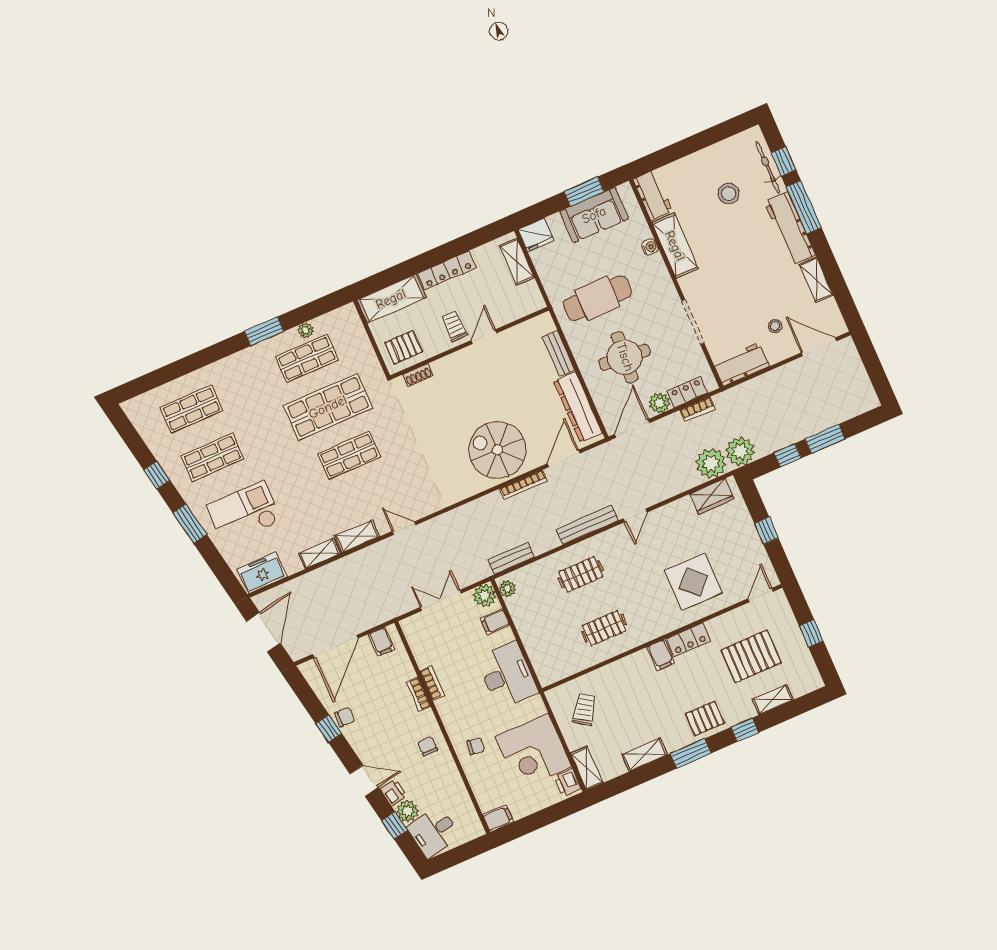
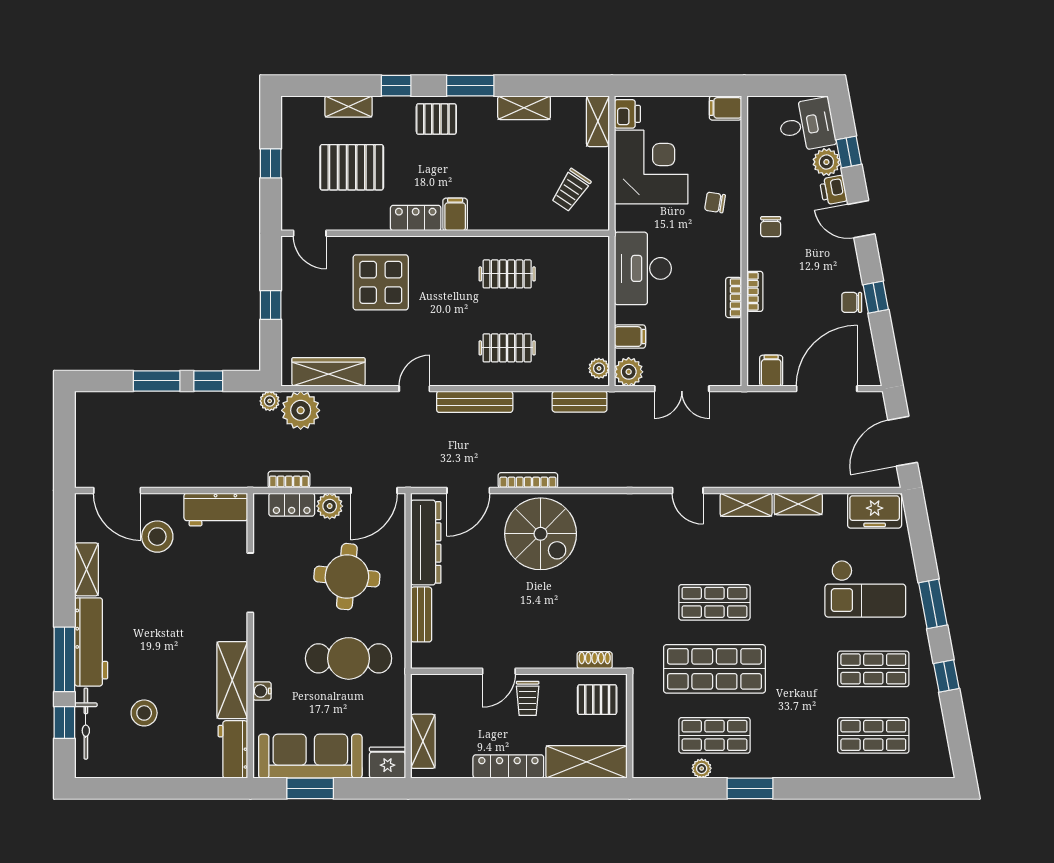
sofa: (594, 215) -> (310, 756), width x1.36
stool: (775, 326) -> (157, 537), width x1.89, depth x1.89
plant: (740, 451) -> (270, 401), width x0.53, depth x0.53
wardrobe: (712, 496) -> (328, 372), width x1.50
door: (761, 595) -> (310, 233), hinge flipped

